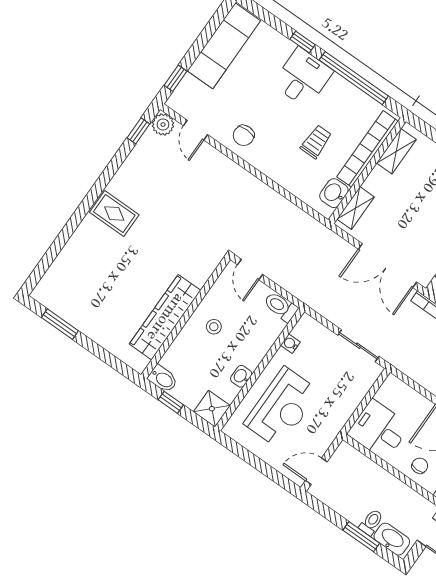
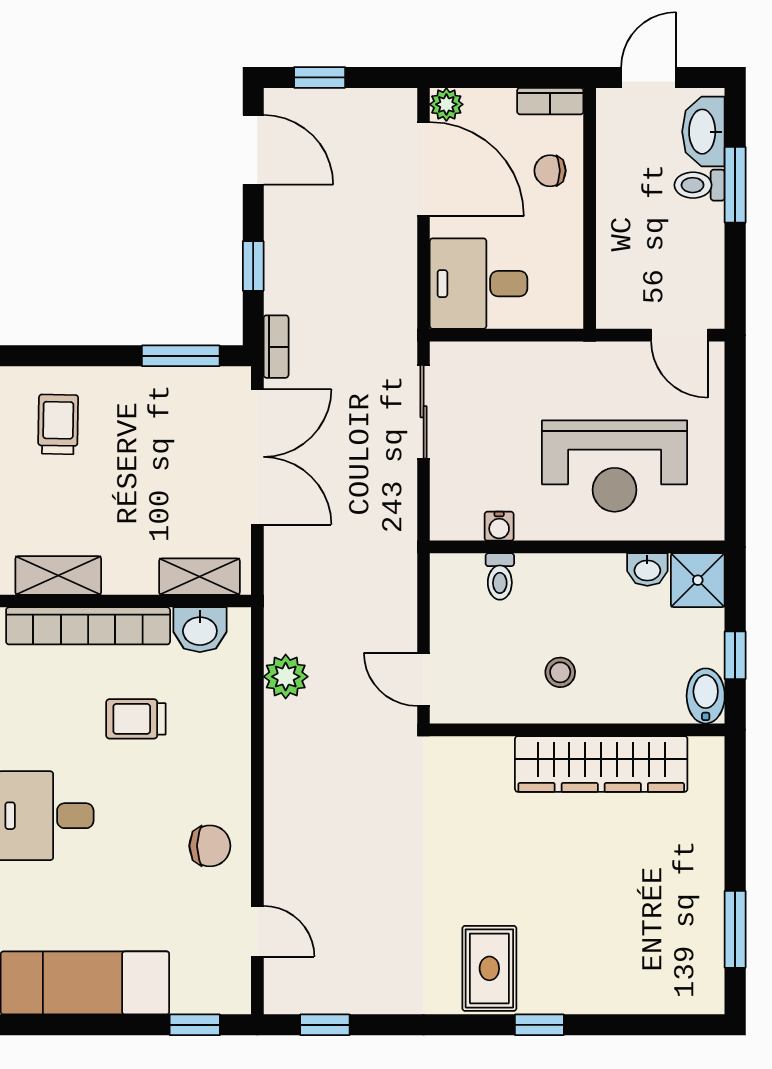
plant: (163, 125) -> (286, 677), moved
door: (195, 130) -> (257, 931), hinge flipped
window: (77, 218) -> (539, 1025), added
door: (250, 269) -> (424, 679), swing flipped
toilet: (281, 307) -> (500, 576), moved, width x0.73, depth x0.72
washbasin: (241, 376) -> (647, 570), moved
reception desk: (282, 408) -> (615, 466), turned 180
desk: (379, 430) -> (479, 284), moved, turned 90

